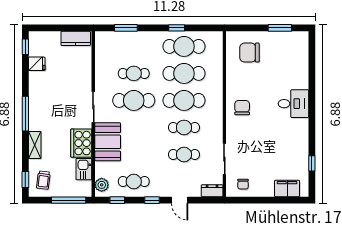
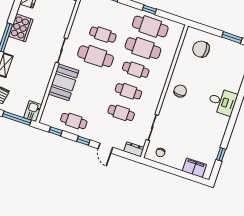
cafe table: (184, 100) -> (136, 70), width x0.73, depth x0.74
cooker: (81, 143) -> (21, 28), moved, turned 180
kitchen sink: (84, 169) -> (33, 111), moved
plant: (102, 185) -> (47, 115), removed

